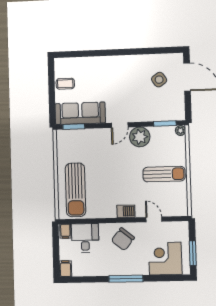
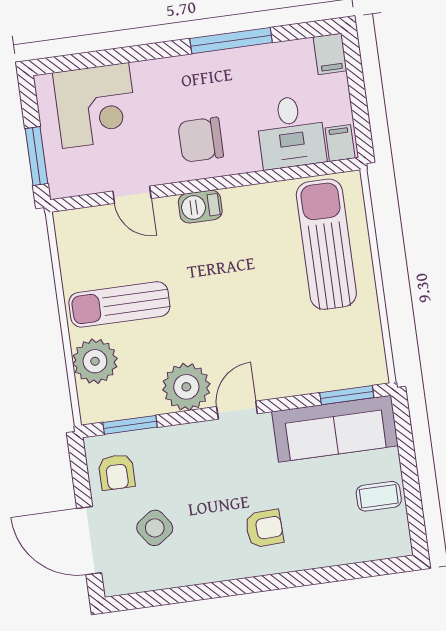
armchair: (114, 75) -> (264, 528), added
armchair: (173, 104) -> (117, 472), added
plant: (181, 131) -> (95, 361), moved, width x1.88, depth x1.88
chair: (123, 239) -> (201, 140), turned -129
window: (193, 253) -> (37, 156), moved
window: (126, 279) -> (231, 41), moved

